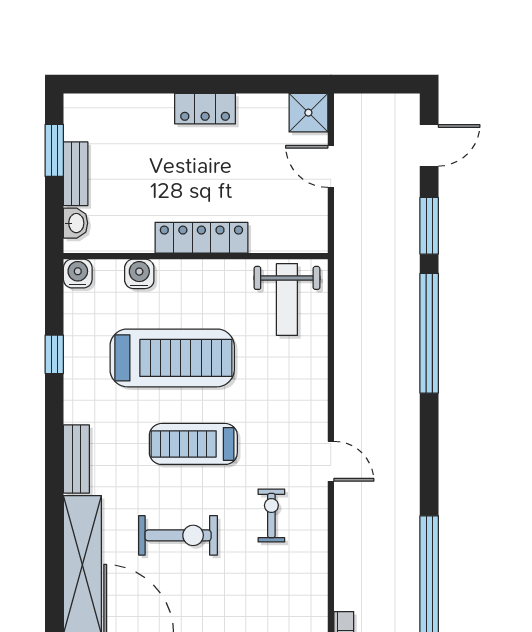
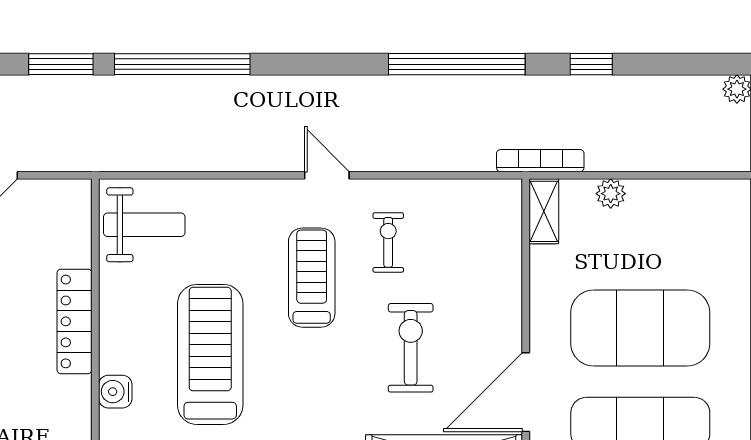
treadmill: (193, 444) -> (312, 278), moved, turned 180
door: (331, 461) -> (327, 175), hinge flipped
exercise bike: (271, 516) -> (388, 242), turned 90

